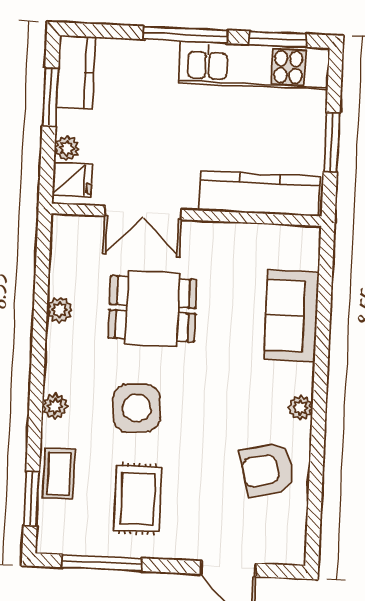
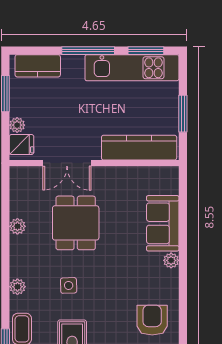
kitchen counter: (76, 72) -> (38, 66), moved, turned 90
dining table: (153, 309) -> (76, 223), turned 90
side table: (137, 408) -> (69, 285), width x0.54, depth x0.54
plant: (301, 408) -> (171, 260), moved
armchair: (267, 470) -> (152, 320), turned 104

